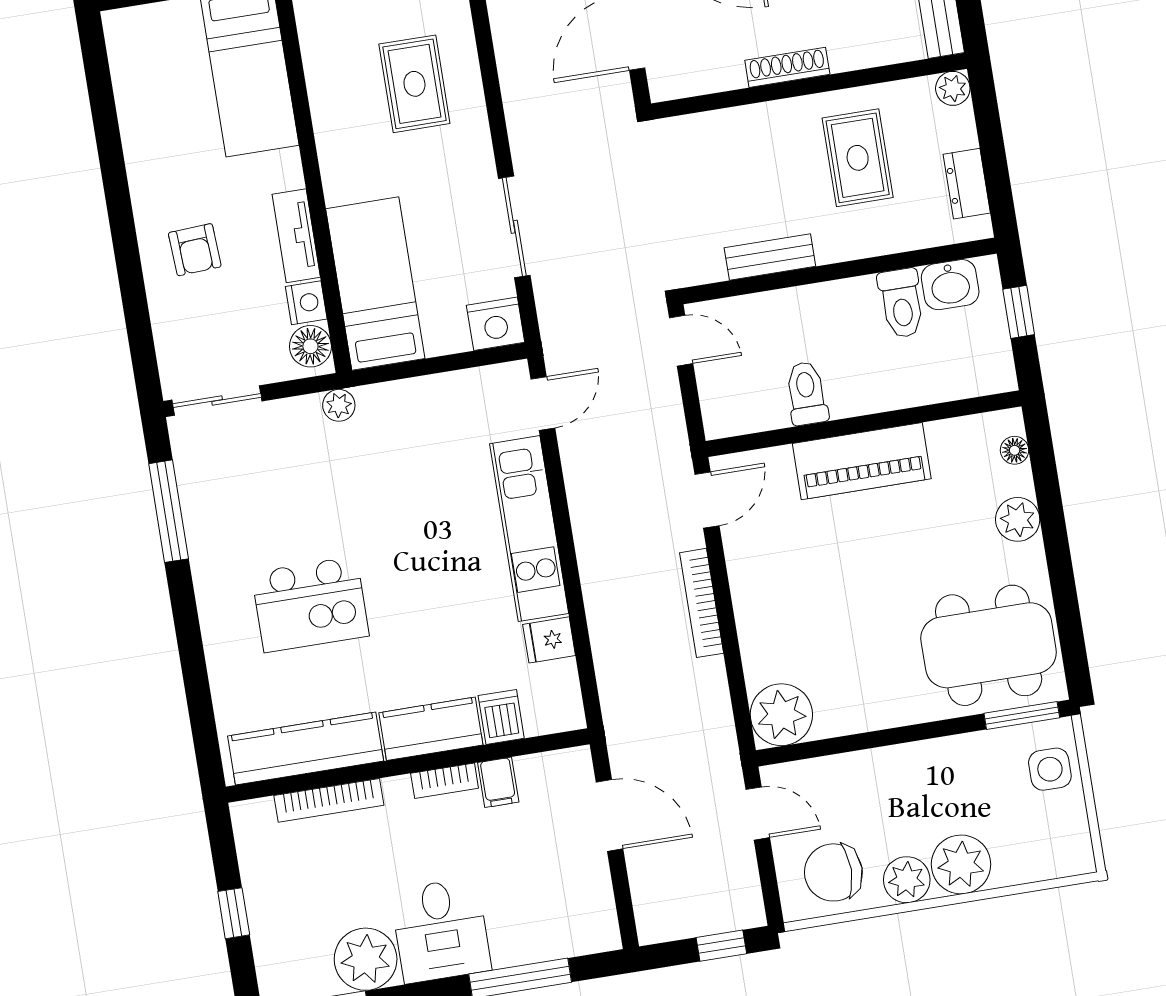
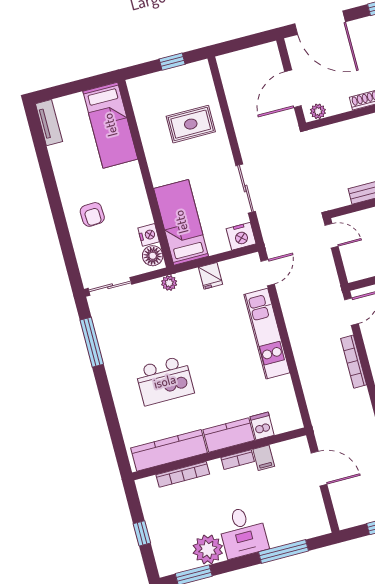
plant: (678, 83) -> (318, 111), added
rug: (414, 84) -> (191, 124), turned 90
tv unit: (296, 236) -> (49, 123), moved, turned 180
fridge: (549, 640) -> (211, 276), moved, turned -90

